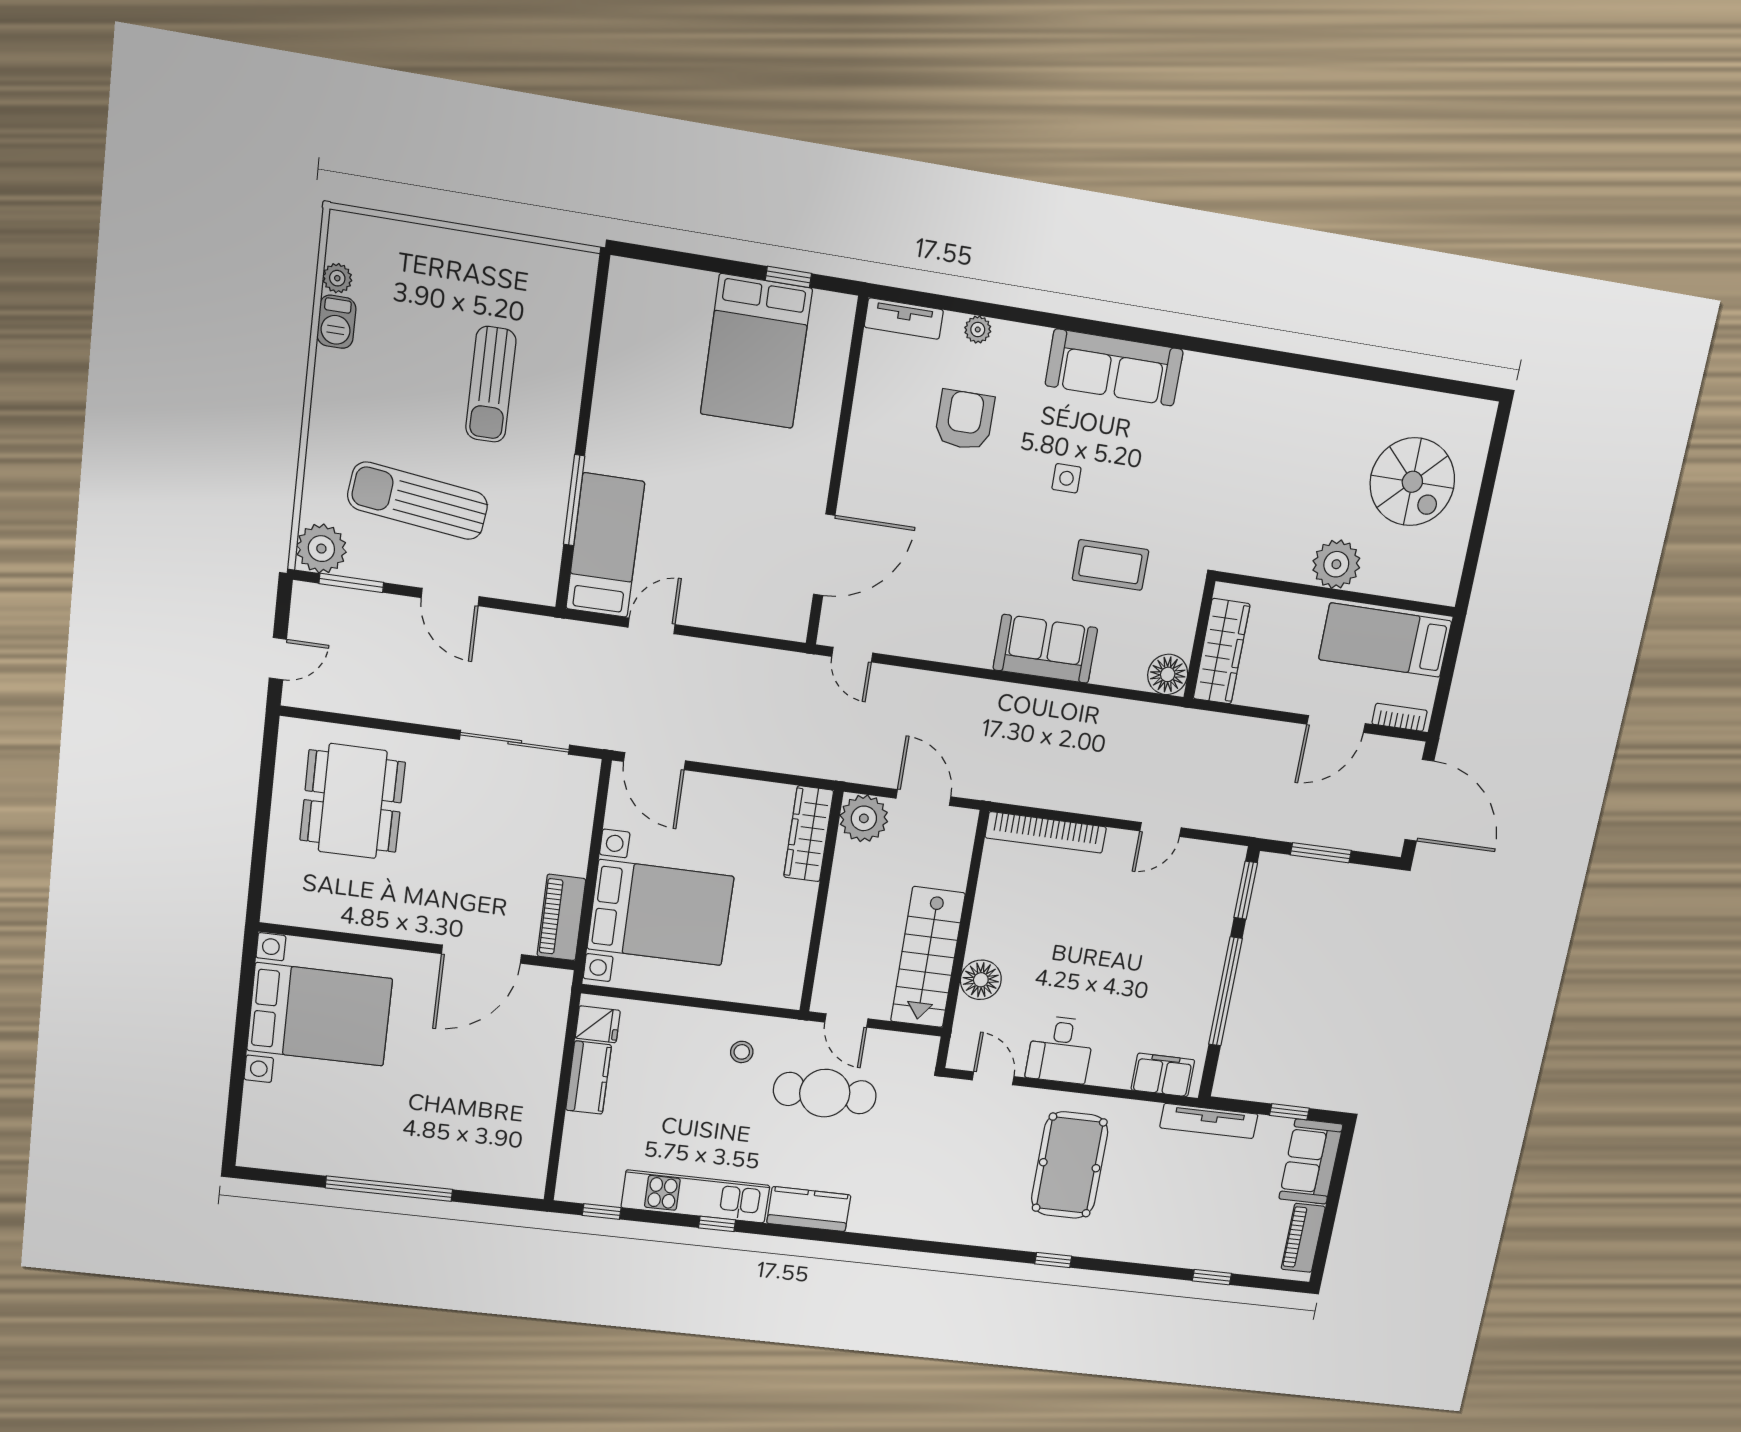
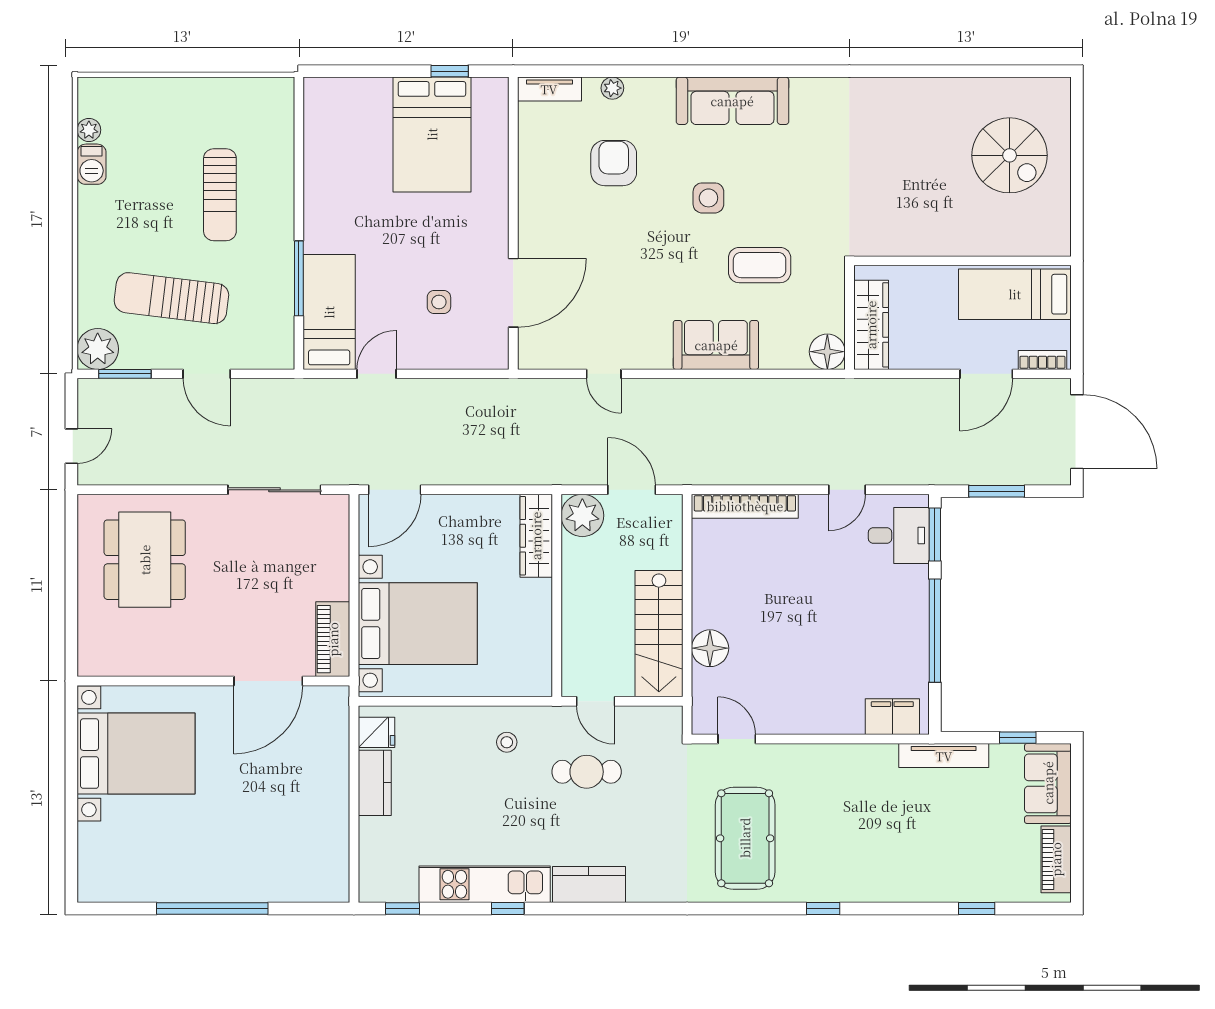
side table: (1066, 478) -> (708, 198), width x1.37, depth x1.37
side table: (736, 553) -> (439, 302), added
plant: (1336, 564) -> (957, 235), removed
door: (852, 655) -> (604, 374), moved
door: (655, 761) -> (395, 490), hinge flipped
desk: (1060, 1050) -> (899, 536), moved, turned -90
cafe table: (825, 1093) -> (587, 772), width x0.73, depth x0.74
pool table: (1070, 1165) -> (745, 838), moved

